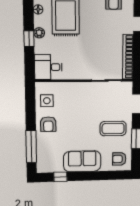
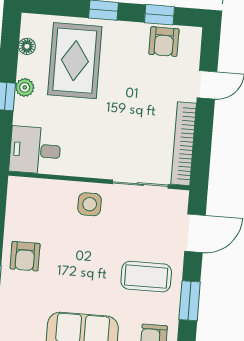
side table: (47, 101) -> (90, 204), moved

